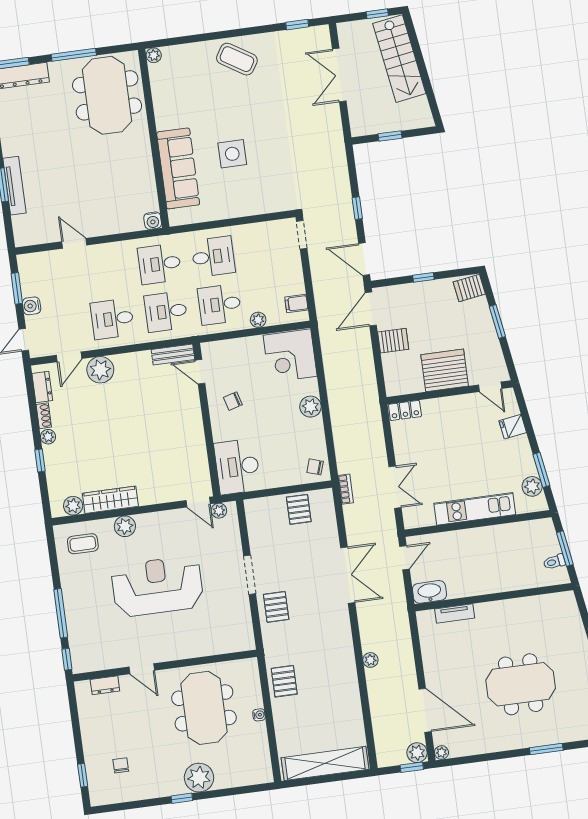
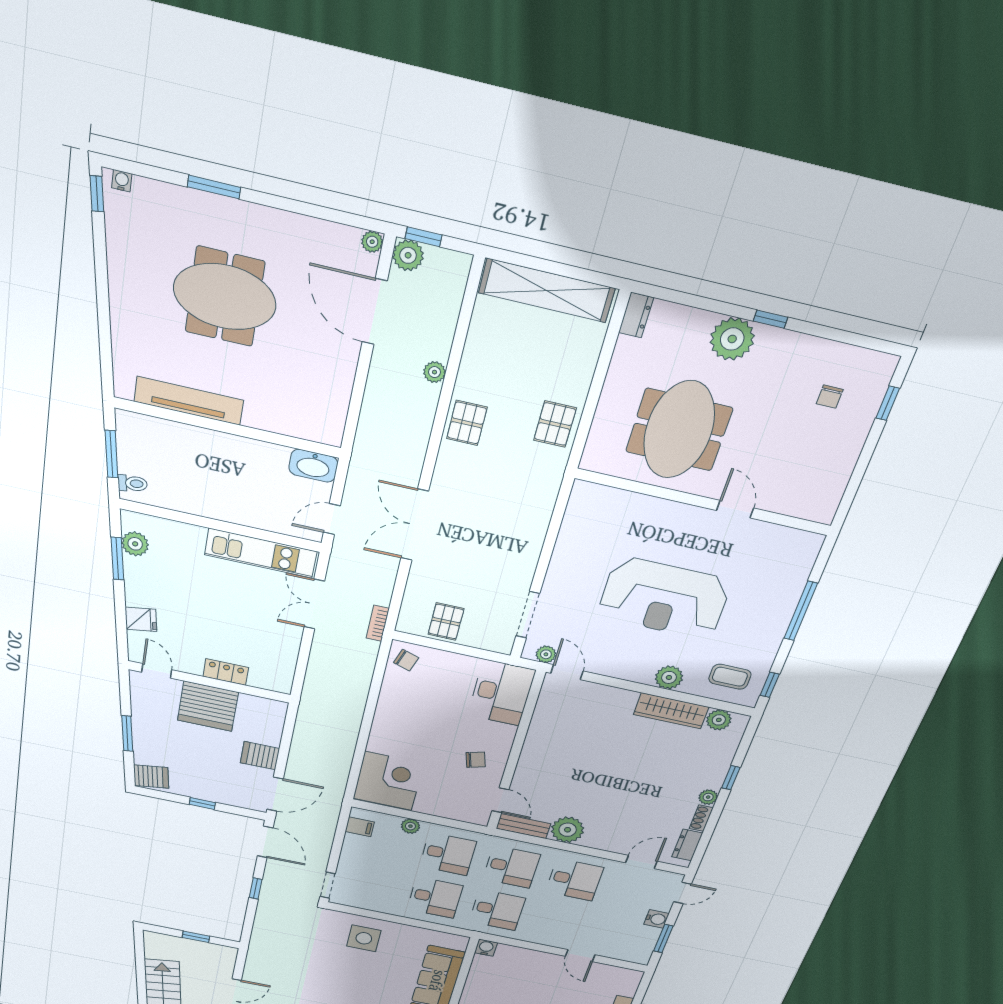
side table: (232, 154) -> (364, 938), moved
desk: (213, 257) -> (435, 897), turned 180
plant: (100, 370) -> (568, 830), moved
plant: (310, 407) -> (385, 724), removed
locker: (405, 410) -> (226, 672), moved
kitchen unit: (475, 509) -> (261, 553), moved
toilet: (554, 562) -> (133, 483), moved
doorway: (250, 575) -> (528, 615), moved
pallet: (276, 607) -> (467, 423), moved
tv unit: (455, 613) -> (189, 401), moved, width x1.92, depth x1.29
window: (67, 659) -> (770, 685), moved
plant: (370, 660) -> (434, 372), moved
dresser: (105, 685) -> (636, 315), moved, turned 90
water cooler: (259, 715) -> (609, 393), removed

